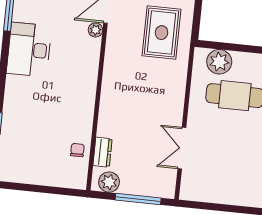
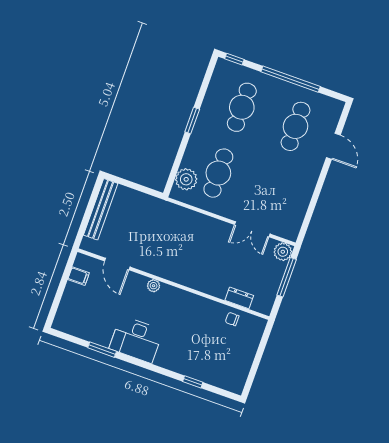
plant: (96, 30) -> (154, 286), moved
rug: (161, 33) -> (149, 223), removed
plant: (109, 182) -> (283, 252), moved

